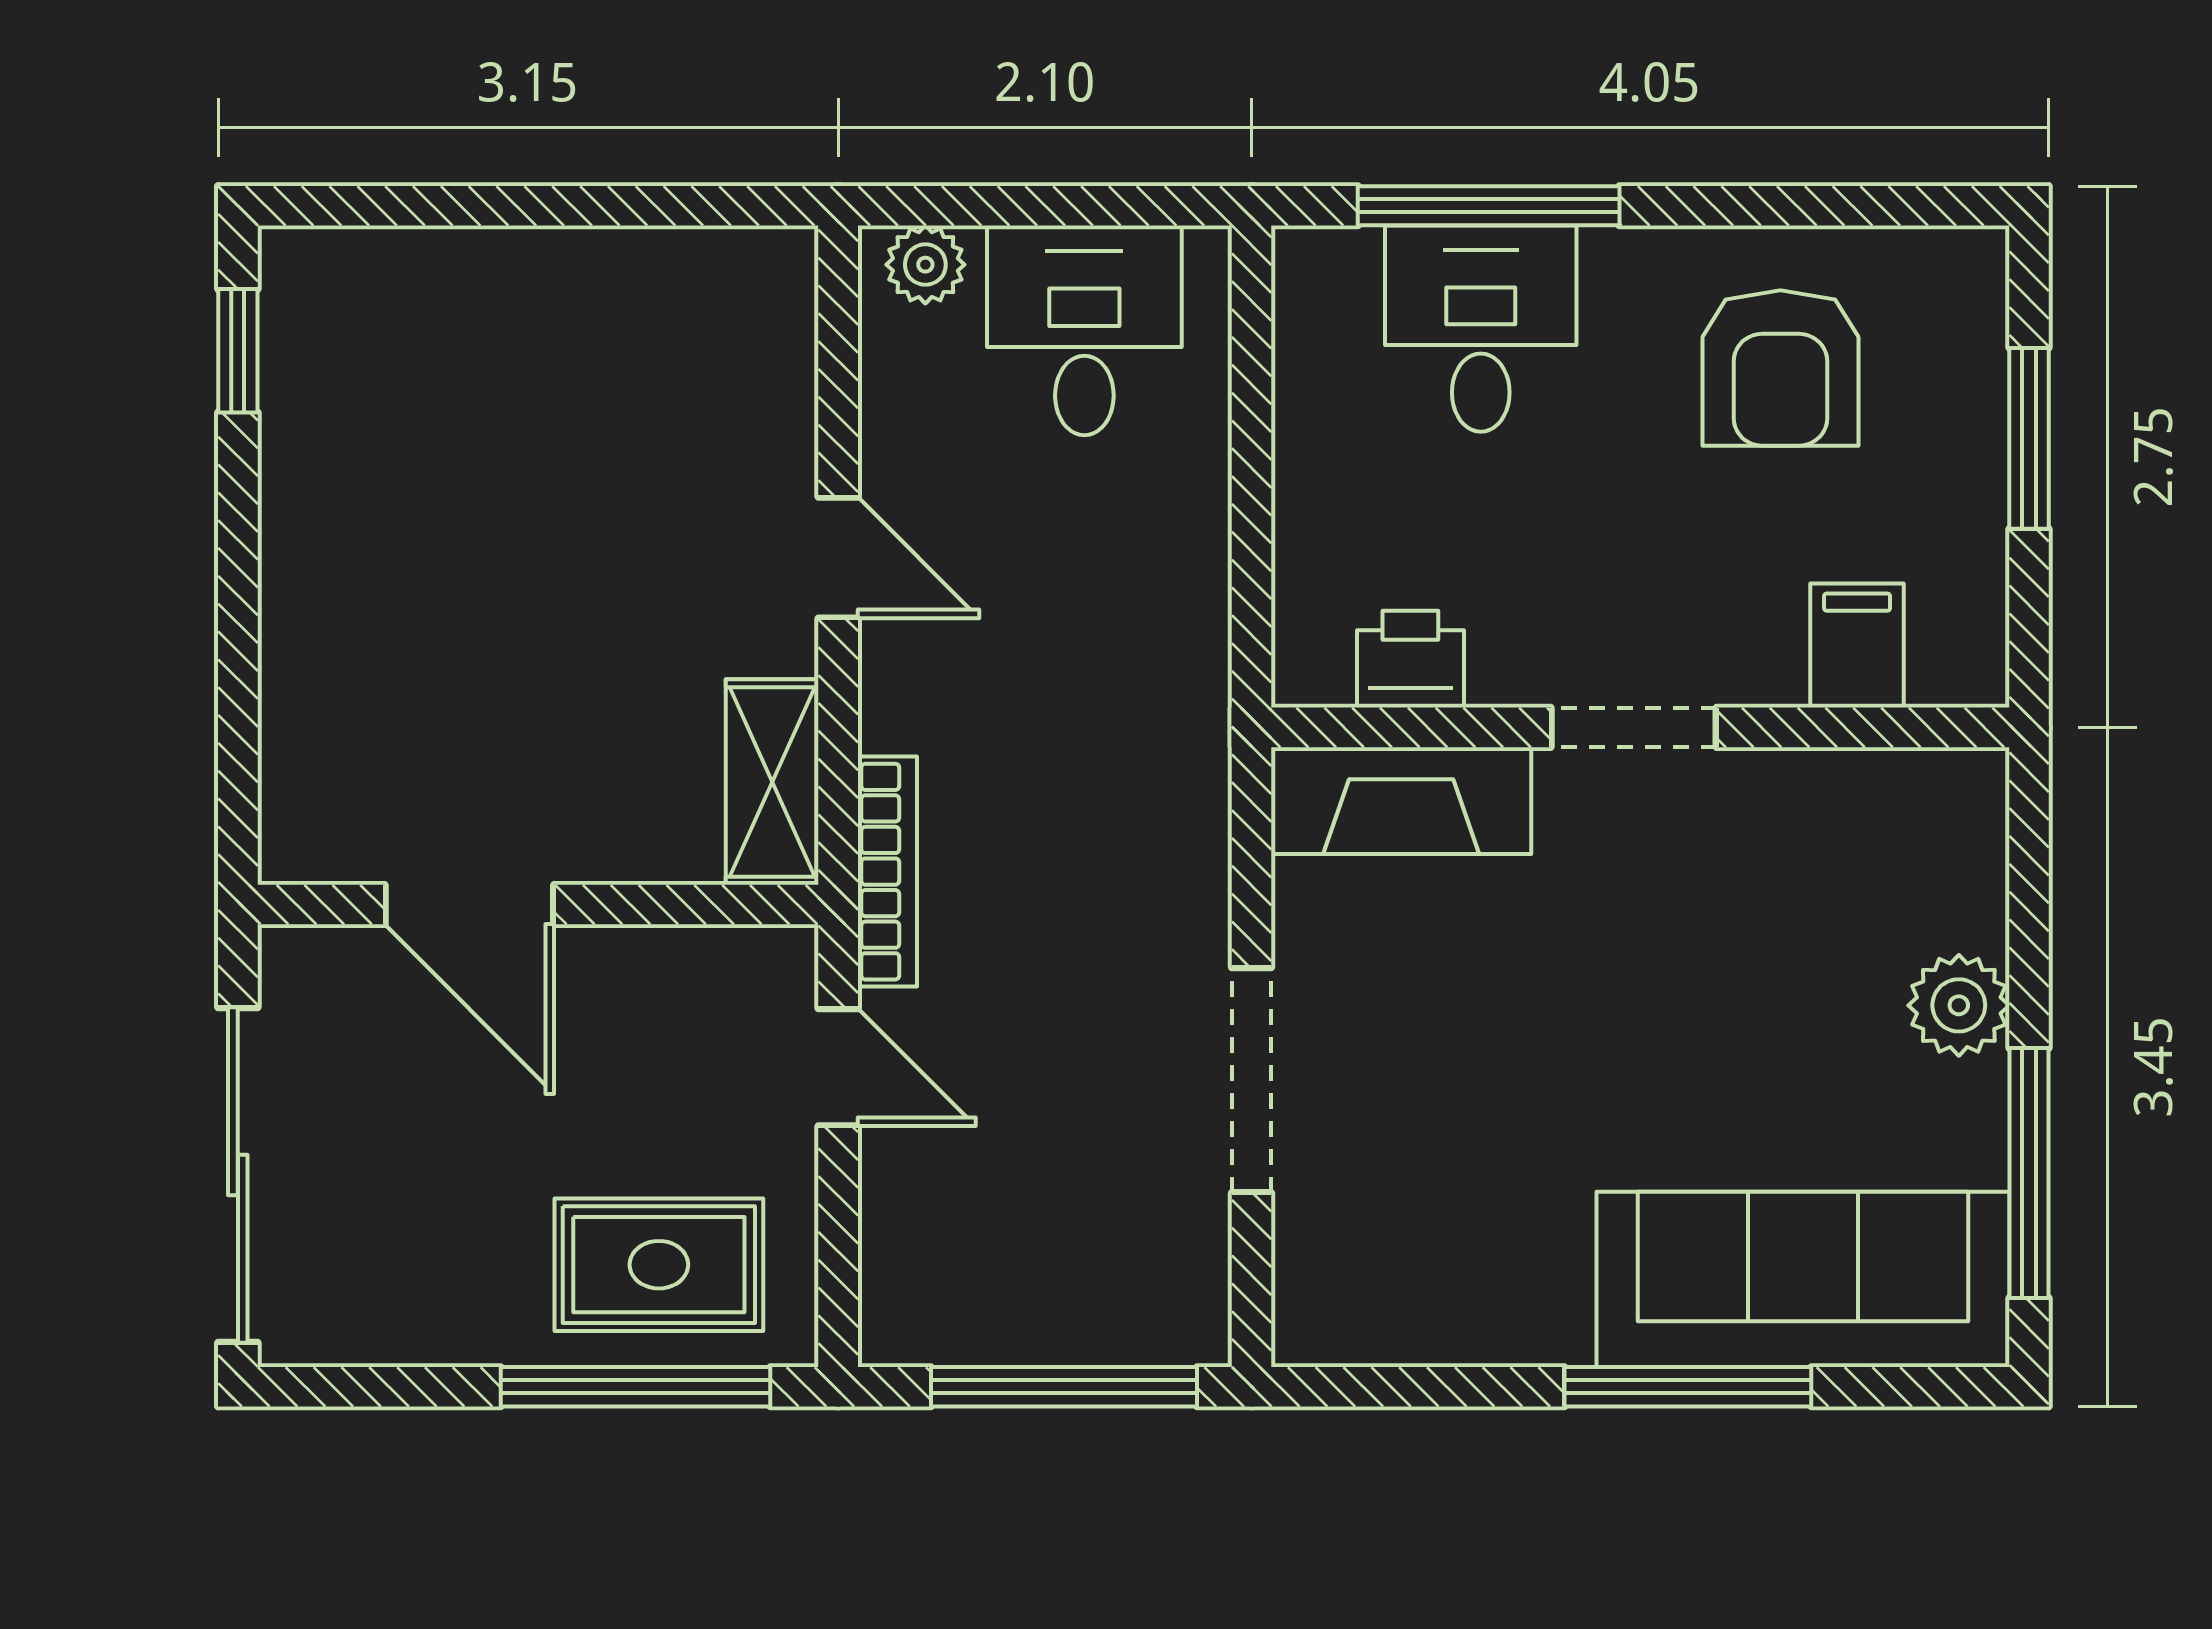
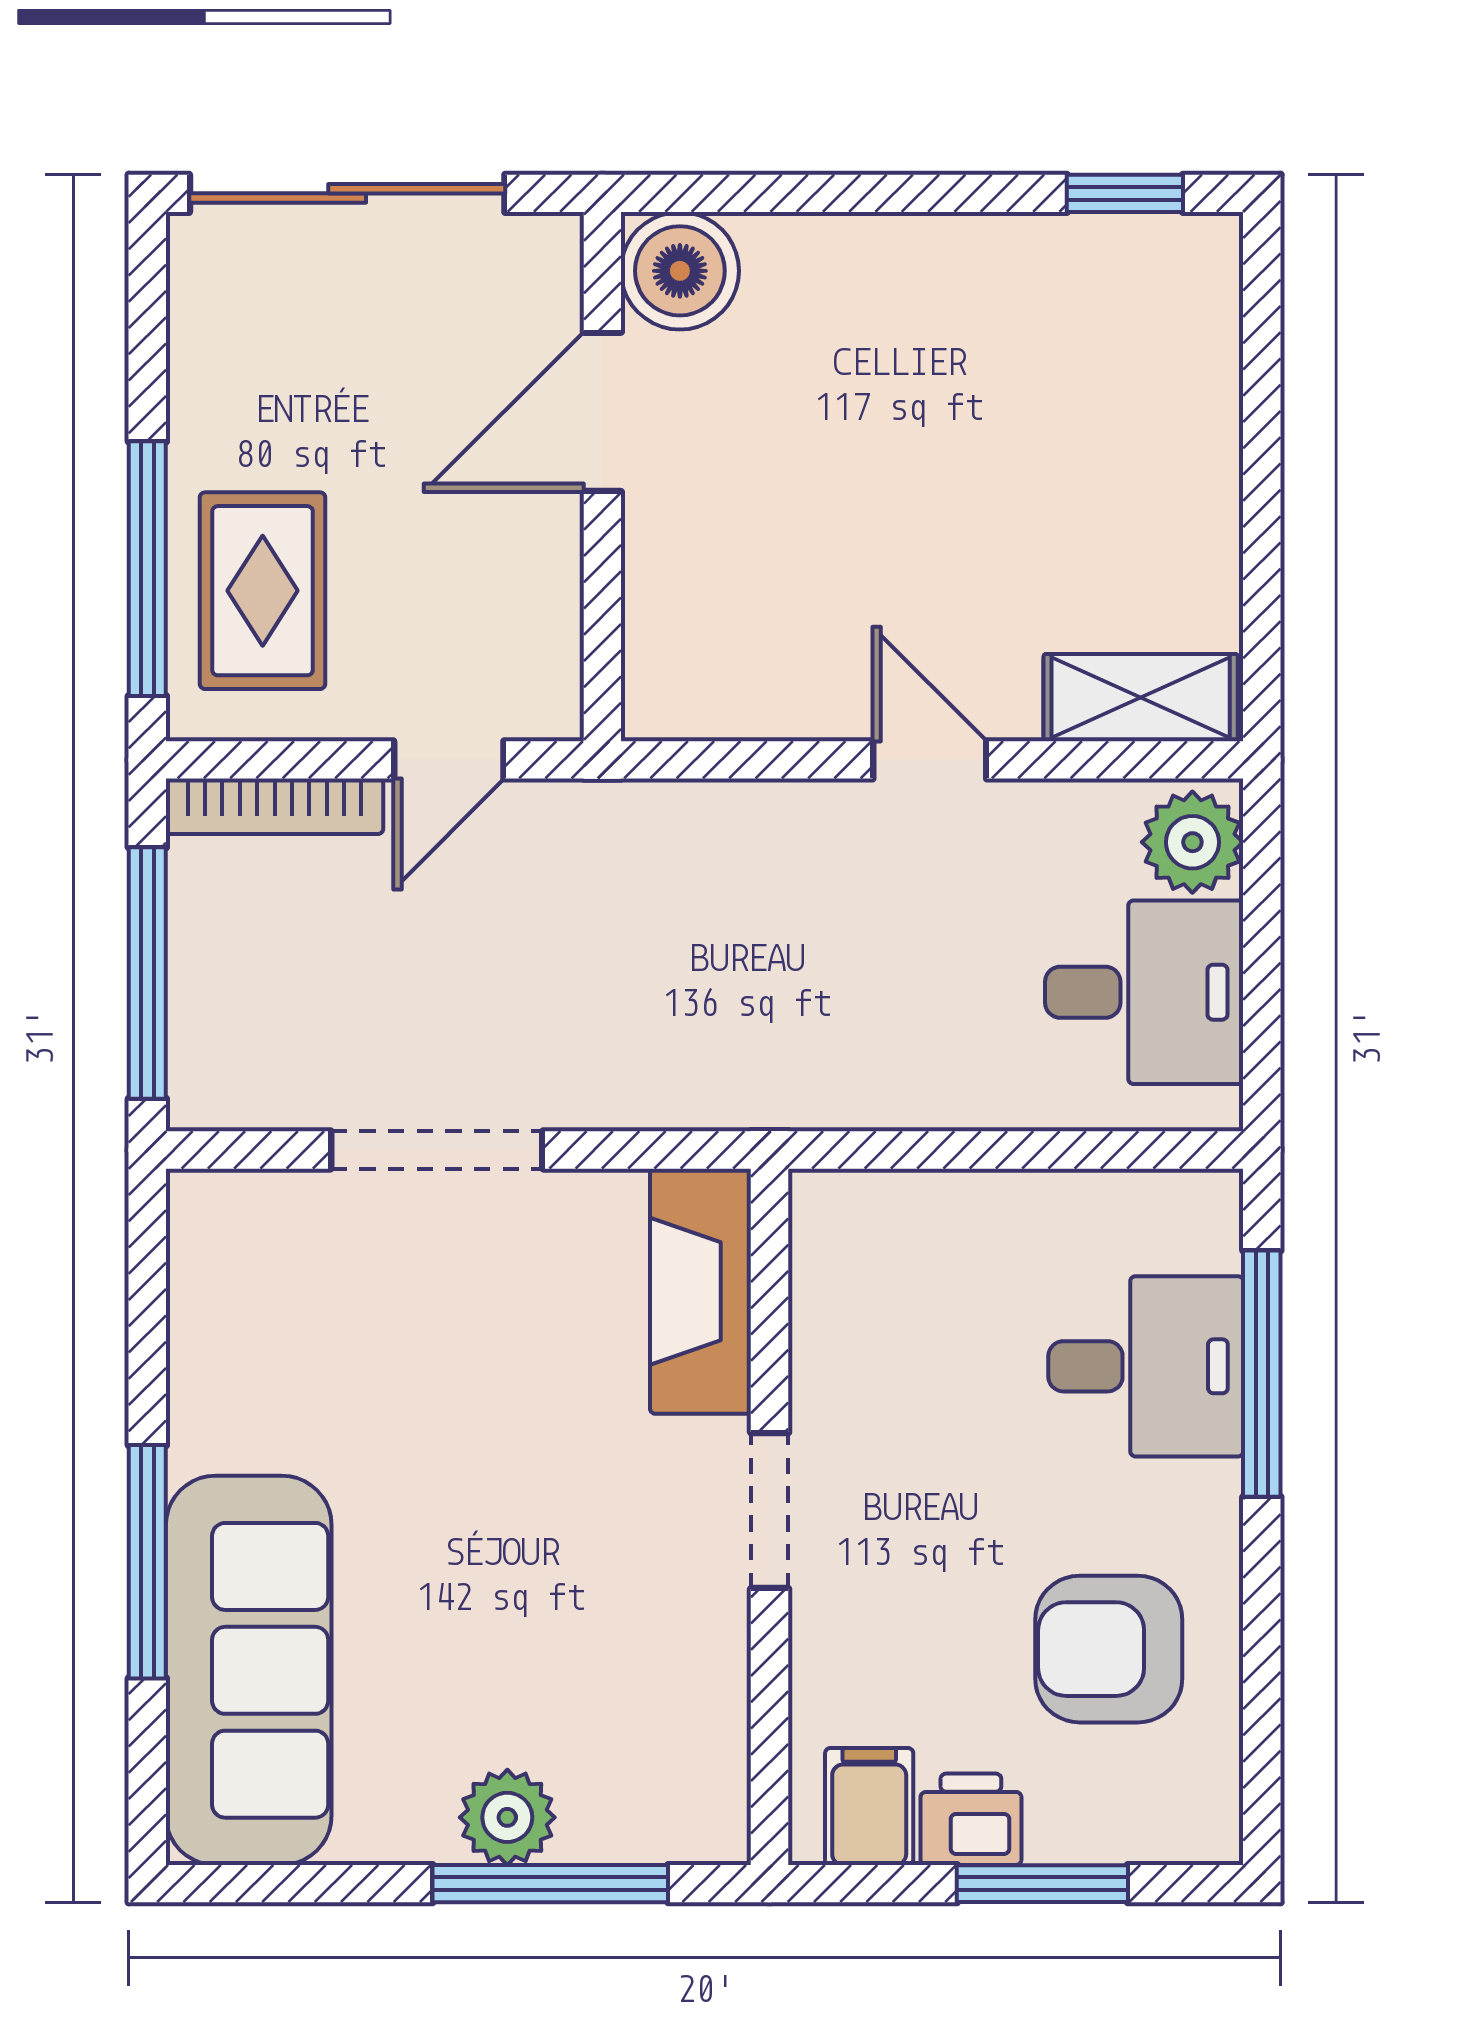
plant: (925, 265) -> (1192, 842), width x1.38, depth x1.38
door: (838, 558) -> (930, 760), swing flipped
filing cabinet: (1857, 646) -> (869, 1806), moved, turned -90
printer: (1410, 659) -> (971, 1819), moved, turned -90
shelving: (772, 782) -> (1141, 698), moved
boiler: (320, 822) -> (680, 271), added
bookcase: (887, 872) -> (275, 806), moved
window: (2029, 1173) -> (550, 1884), moved

